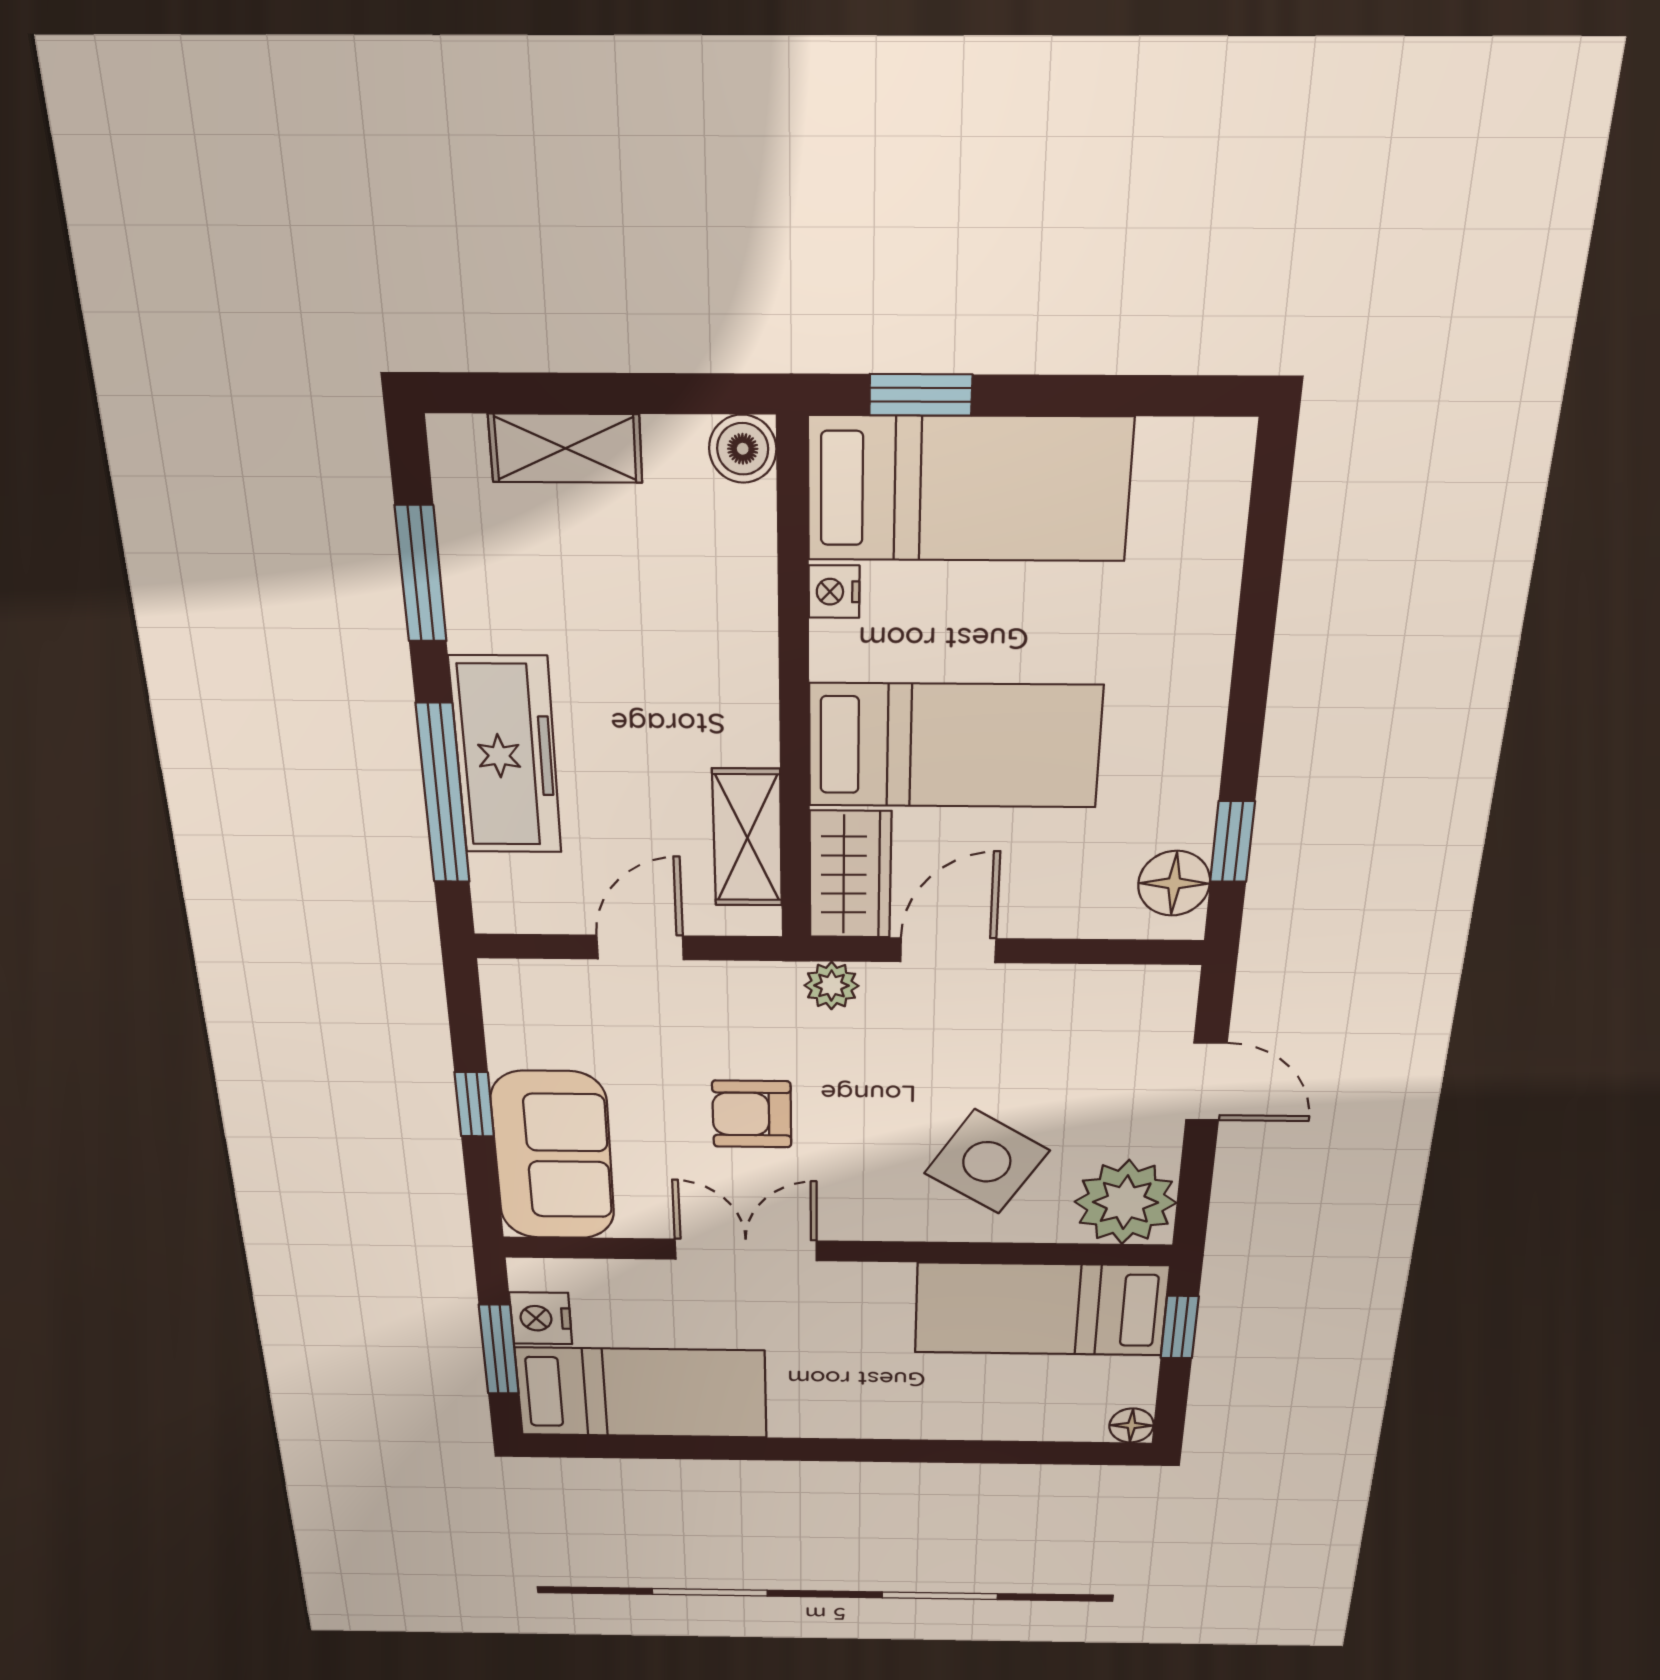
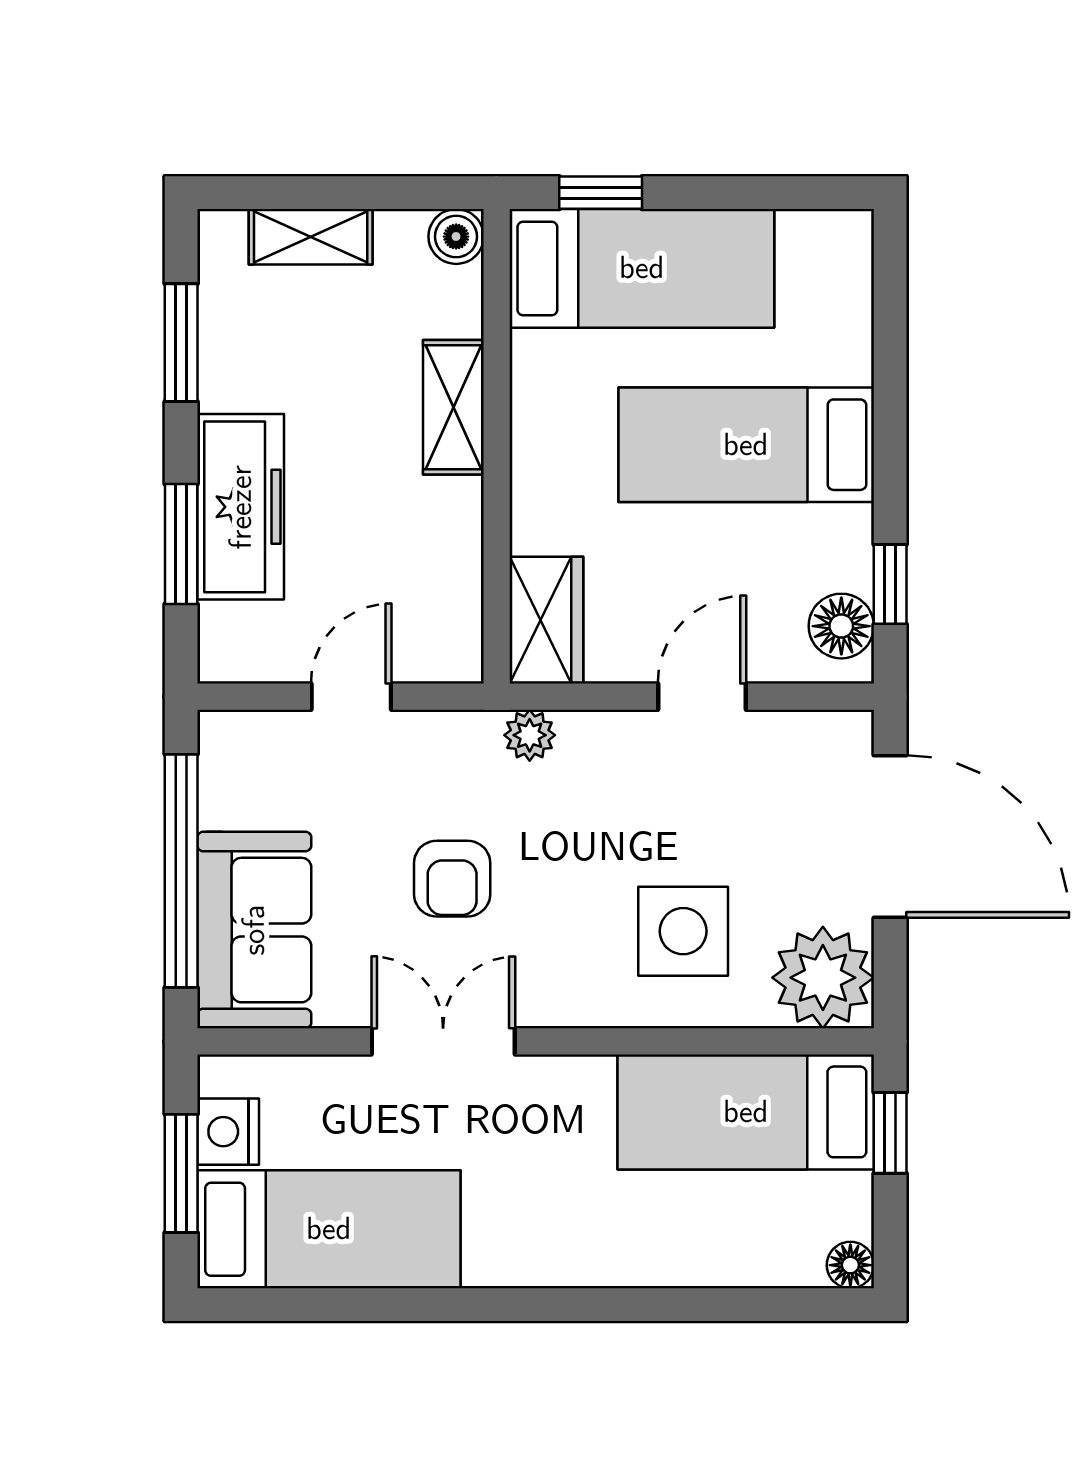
nightstand: (834, 592) -> (531, 356), removed
bed: (954, 746) -> (746, 445), moved, turned 180
window: (443, 794) -> (181, 544), width x0.69
shelving: (747, 838) -> (453, 407), moved
door: (948, 950) -> (702, 697), moved
door: (1206, 1082) -> (890, 836), width x1.87
window: (474, 1104) -> (181, 871), width x3.17
armchair: (752, 1114) -> (452, 879), turned -90
side table: (987, 1162) -> (683, 931), turned -32

